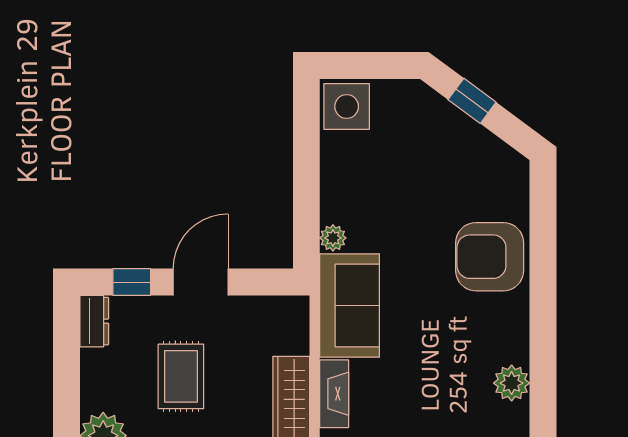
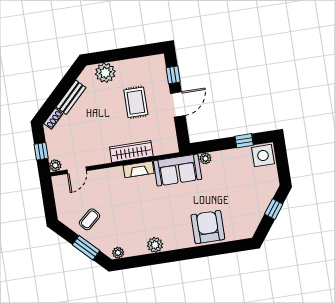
window: (306, 144) -> (244, 141), added
door: (201, 282) -> (178, 104), hinge flipped
dresser: (94, 321) -> (154, 61), removed
rug: (181, 376) -> (136, 102), turned 90

